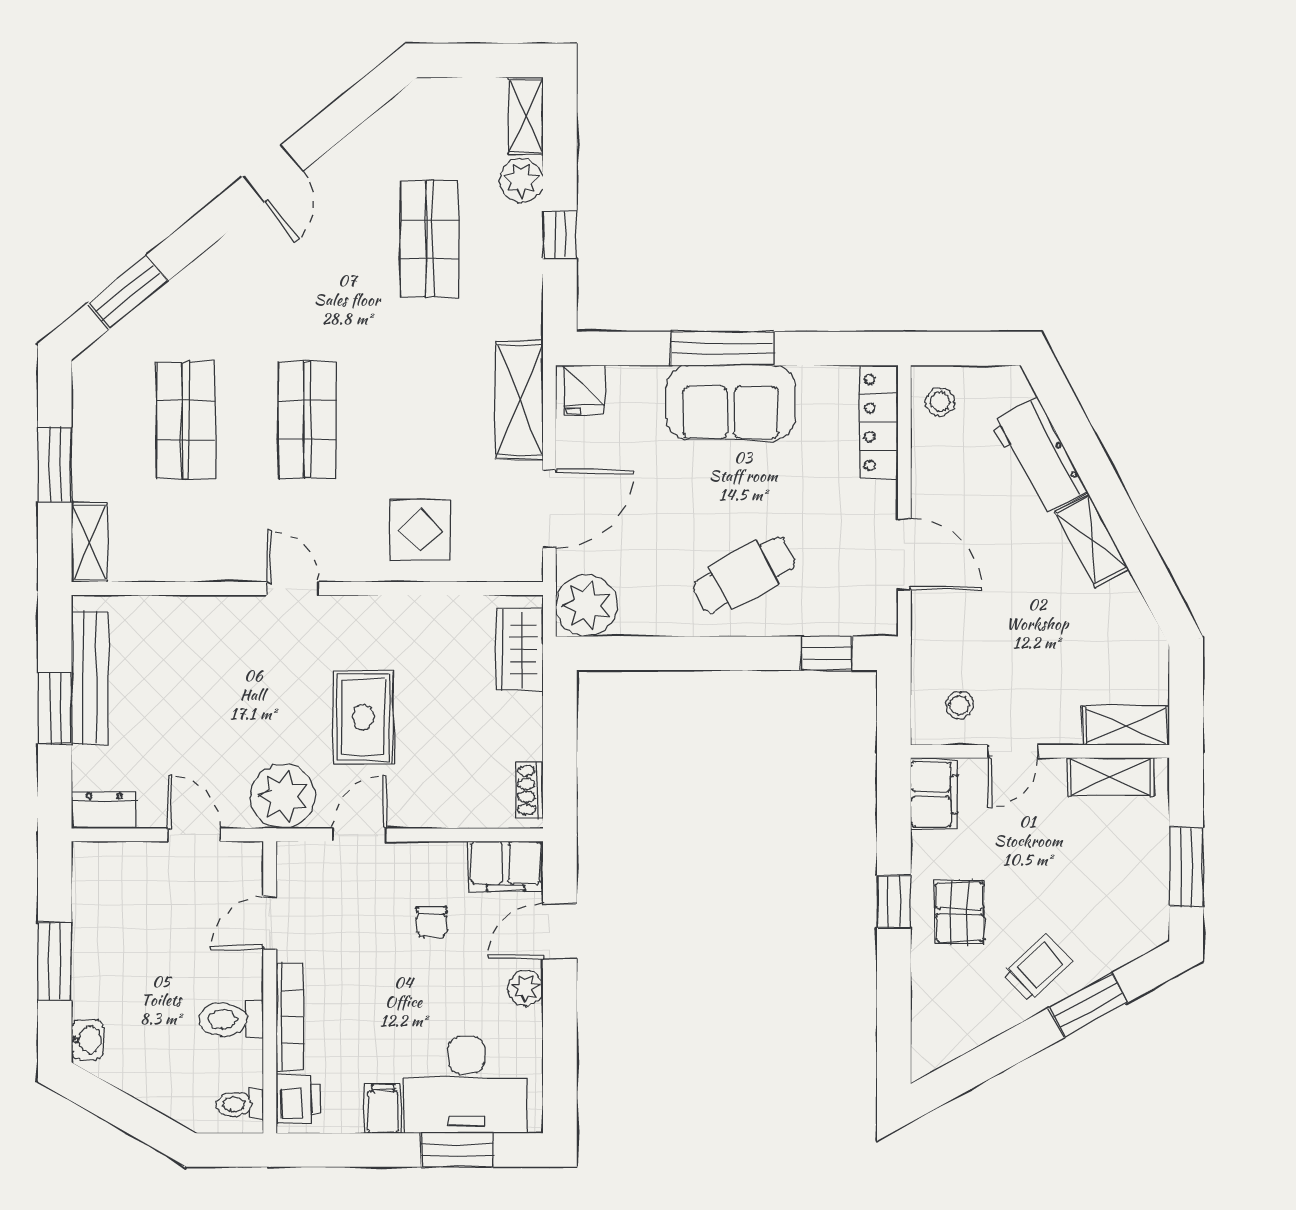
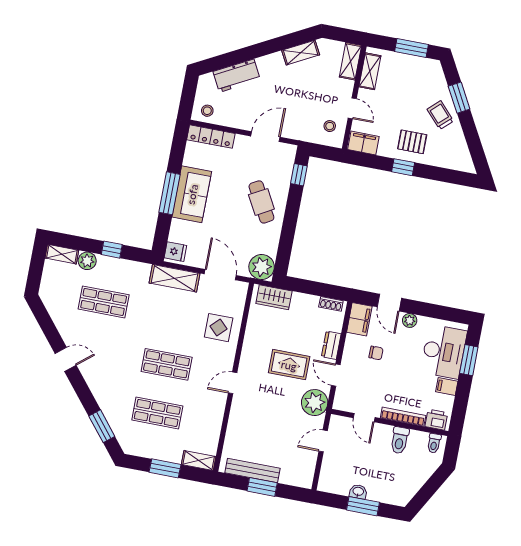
shelving: (1092, 540) -> (301, 53), moved
dresser: (104, 810) -> (331, 345), moved
washbasin: (88, 1040) -> (358, 492), moved

